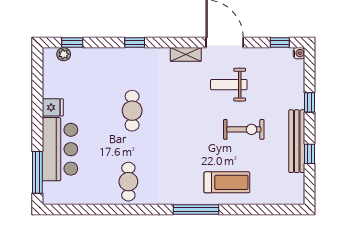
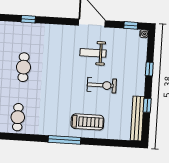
shelving: (186, 54) -> (64, 30), removed
bench: (297, 141) -> (137, 118), moved

